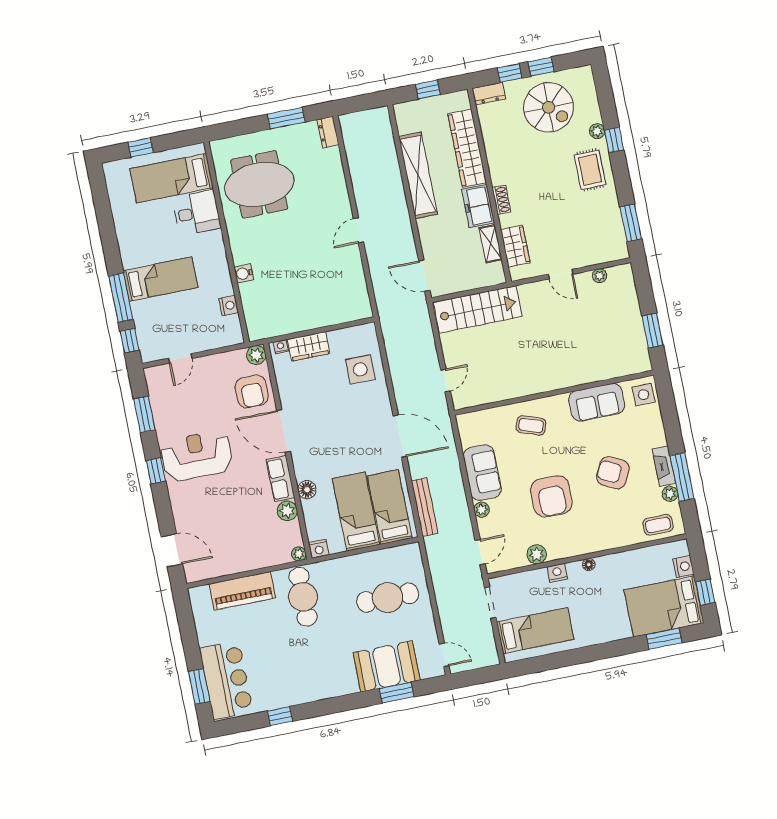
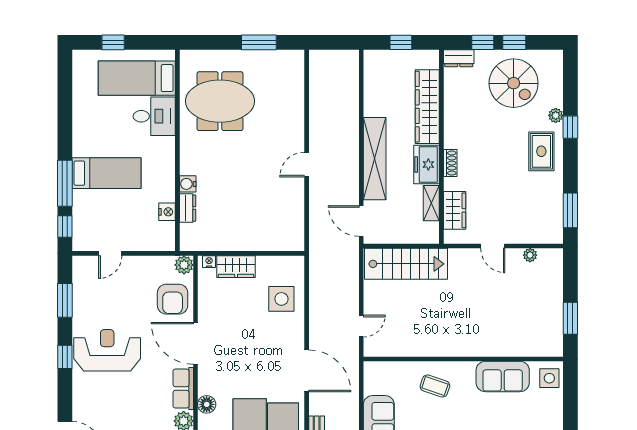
dresser: (328, 132) -> (188, 208), moved, turned 180
shelving: (418, 175) -> (375, 159), moved

